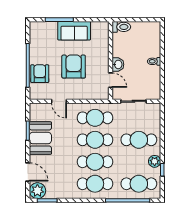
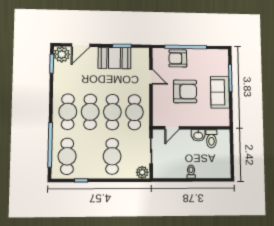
toilet: (121, 27) -> (211, 139), moved
washbasin: (118, 64) -> (198, 135), moved
armchair: (40, 74) -> (178, 58), turned 180
door: (59, 101) -> (151, 77), swing flipped
plant: (155, 161) -> (142, 172), moved

